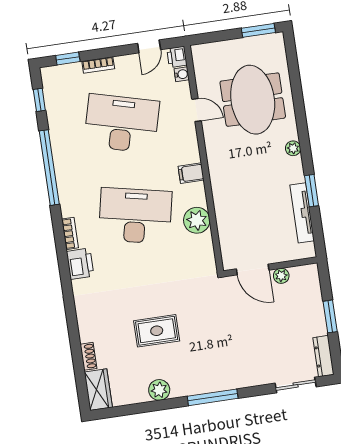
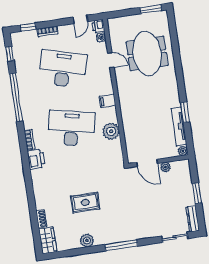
plant: (293, 148) -> (183, 151), moved

